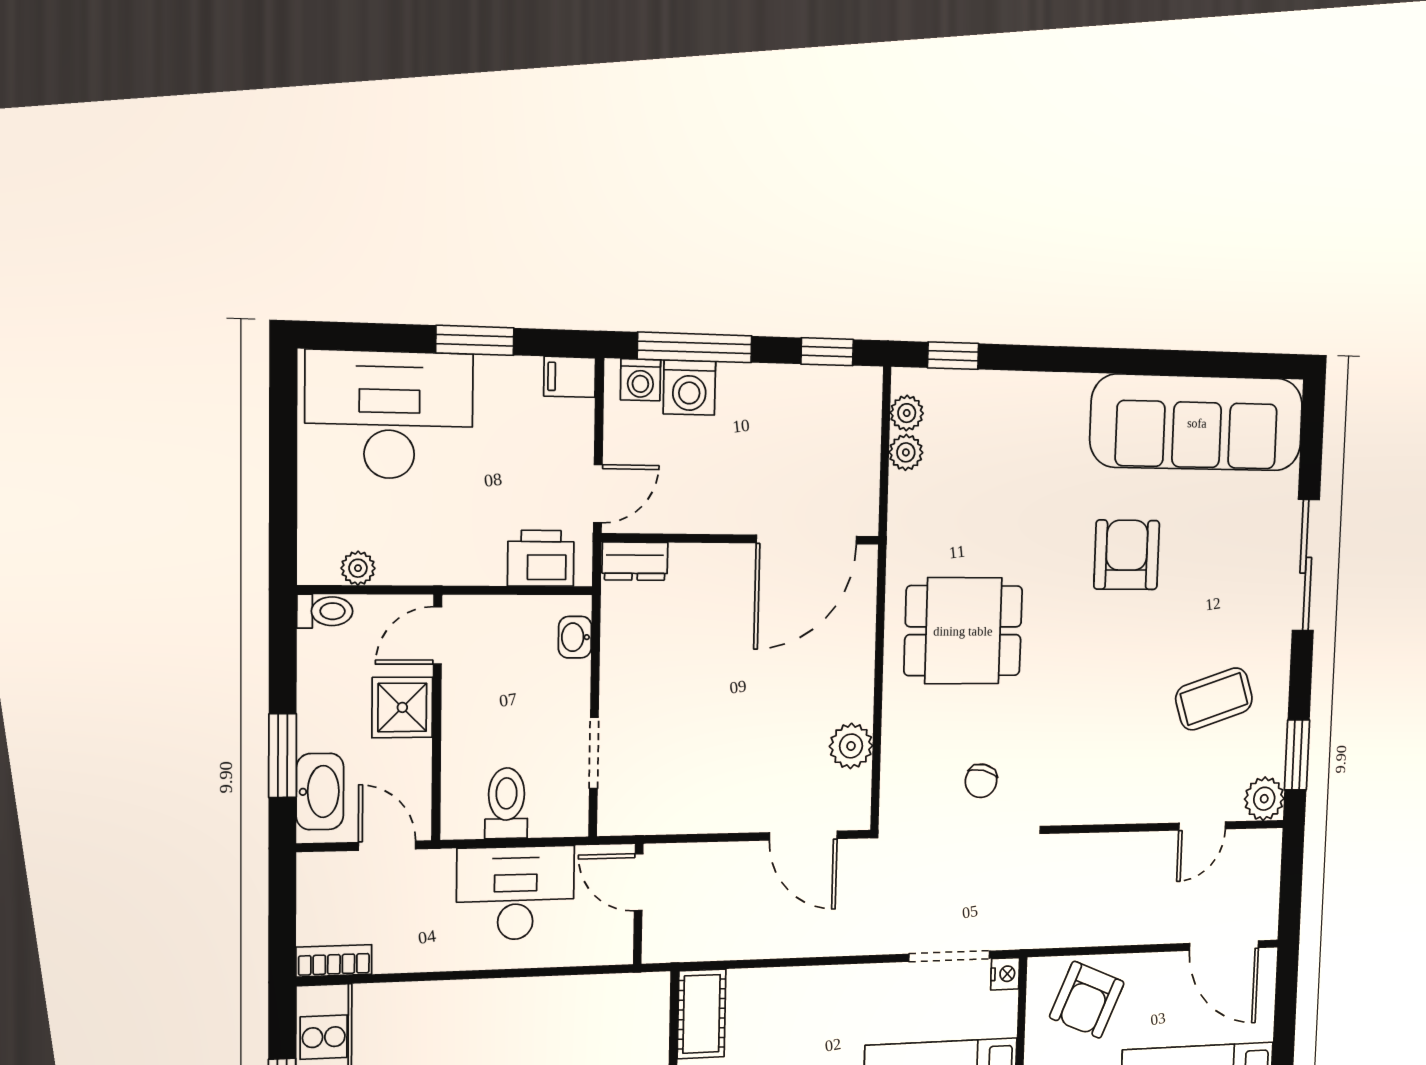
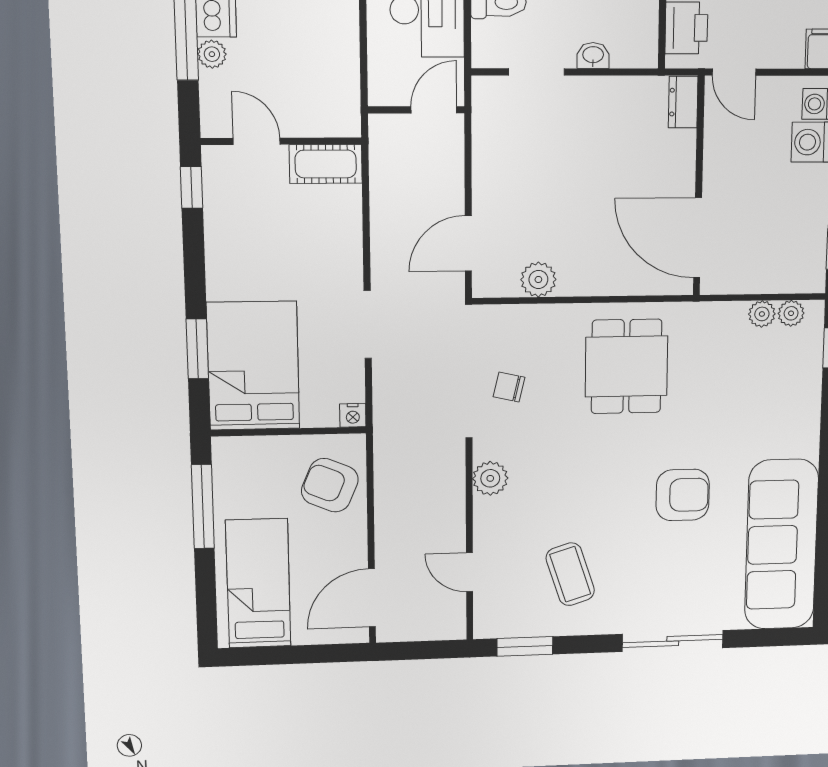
washbasin: (575, 637) -> (593, 55), moved
plant: (1264, 799) -> (490, 478), moved
doorway: (949, 956) -> (368, 325), moved

